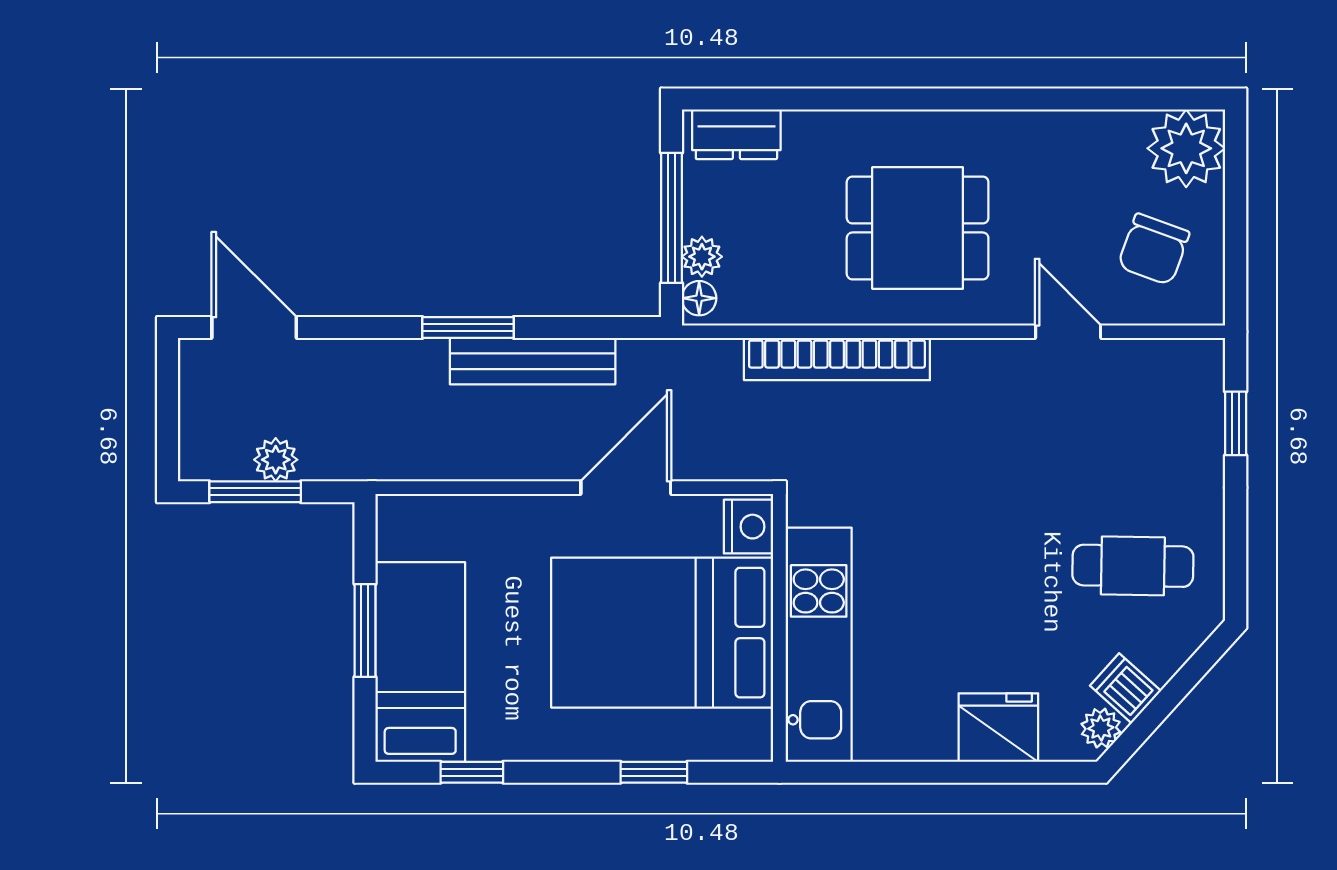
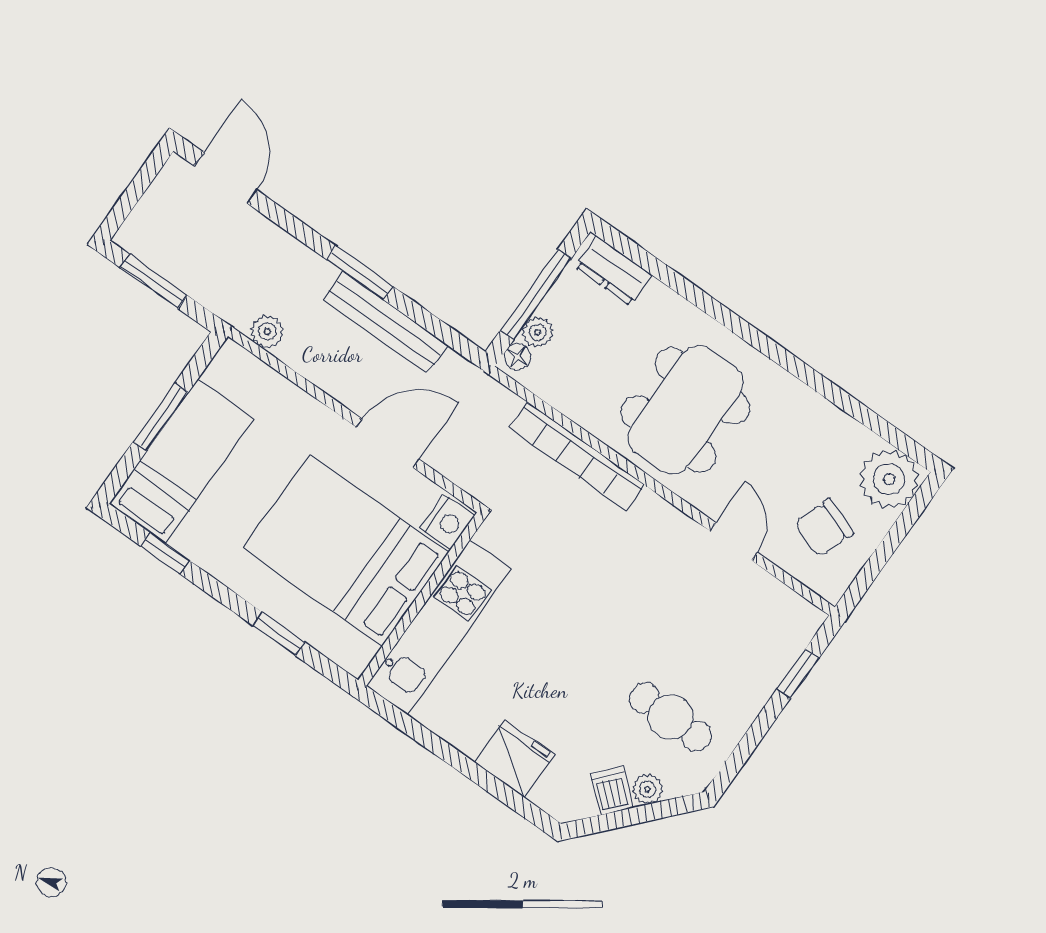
dining table: (918, 228) -> (685, 410), width x1.38
plant: (276, 460) -> (267, 332), moved
plant: (1101, 728) -> (647, 789), moved

